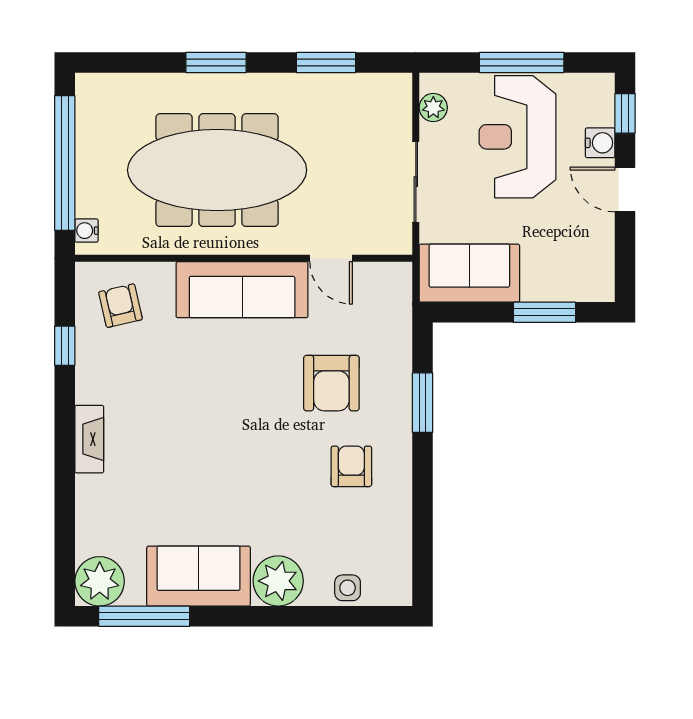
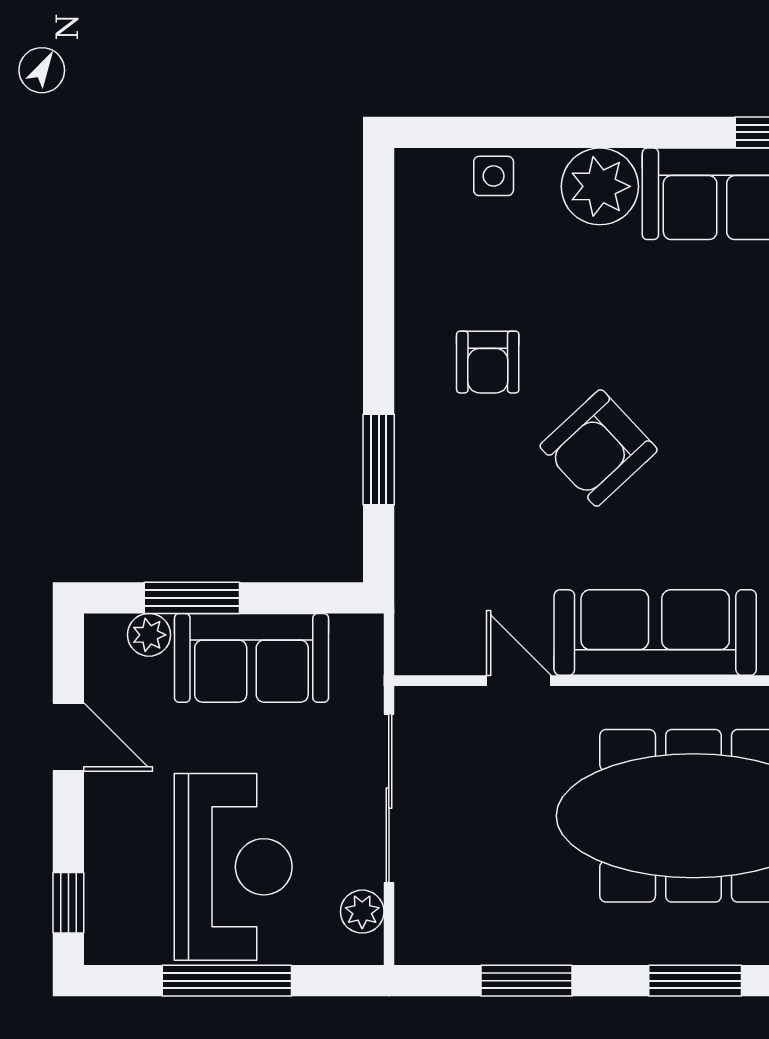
water cooler: (600, 143) -> (107, 858), removed
sliding door: (416, 182) -> (389, 798), width x1.37
door: (625, 189) -> (68, 737), moved
sofa: (469, 273) -> (251, 658), moved
plant: (572, 288) -> (149, 635), added
armchair: (331, 383) -> (599, 448), moved, turned -133

